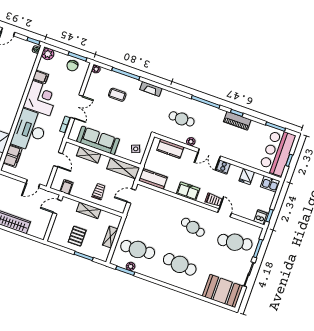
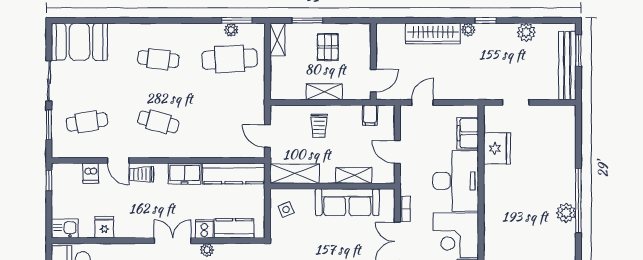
cooker: (223, 167) -> (204, 229), moved
kitchen counter: (153, 179) -> (234, 174), width x1.50
door: (131, 196) -> (268, 136), swing flipped
dishwasher: (260, 217) -> (91, 173), moved
shelving: (110, 237) -> (277, 39), moved
cafe table: (235, 242) -> (87, 122), width x0.73, depth x0.74
cafe table: (180, 264) -> (158, 59), width x0.73, depth x0.74

